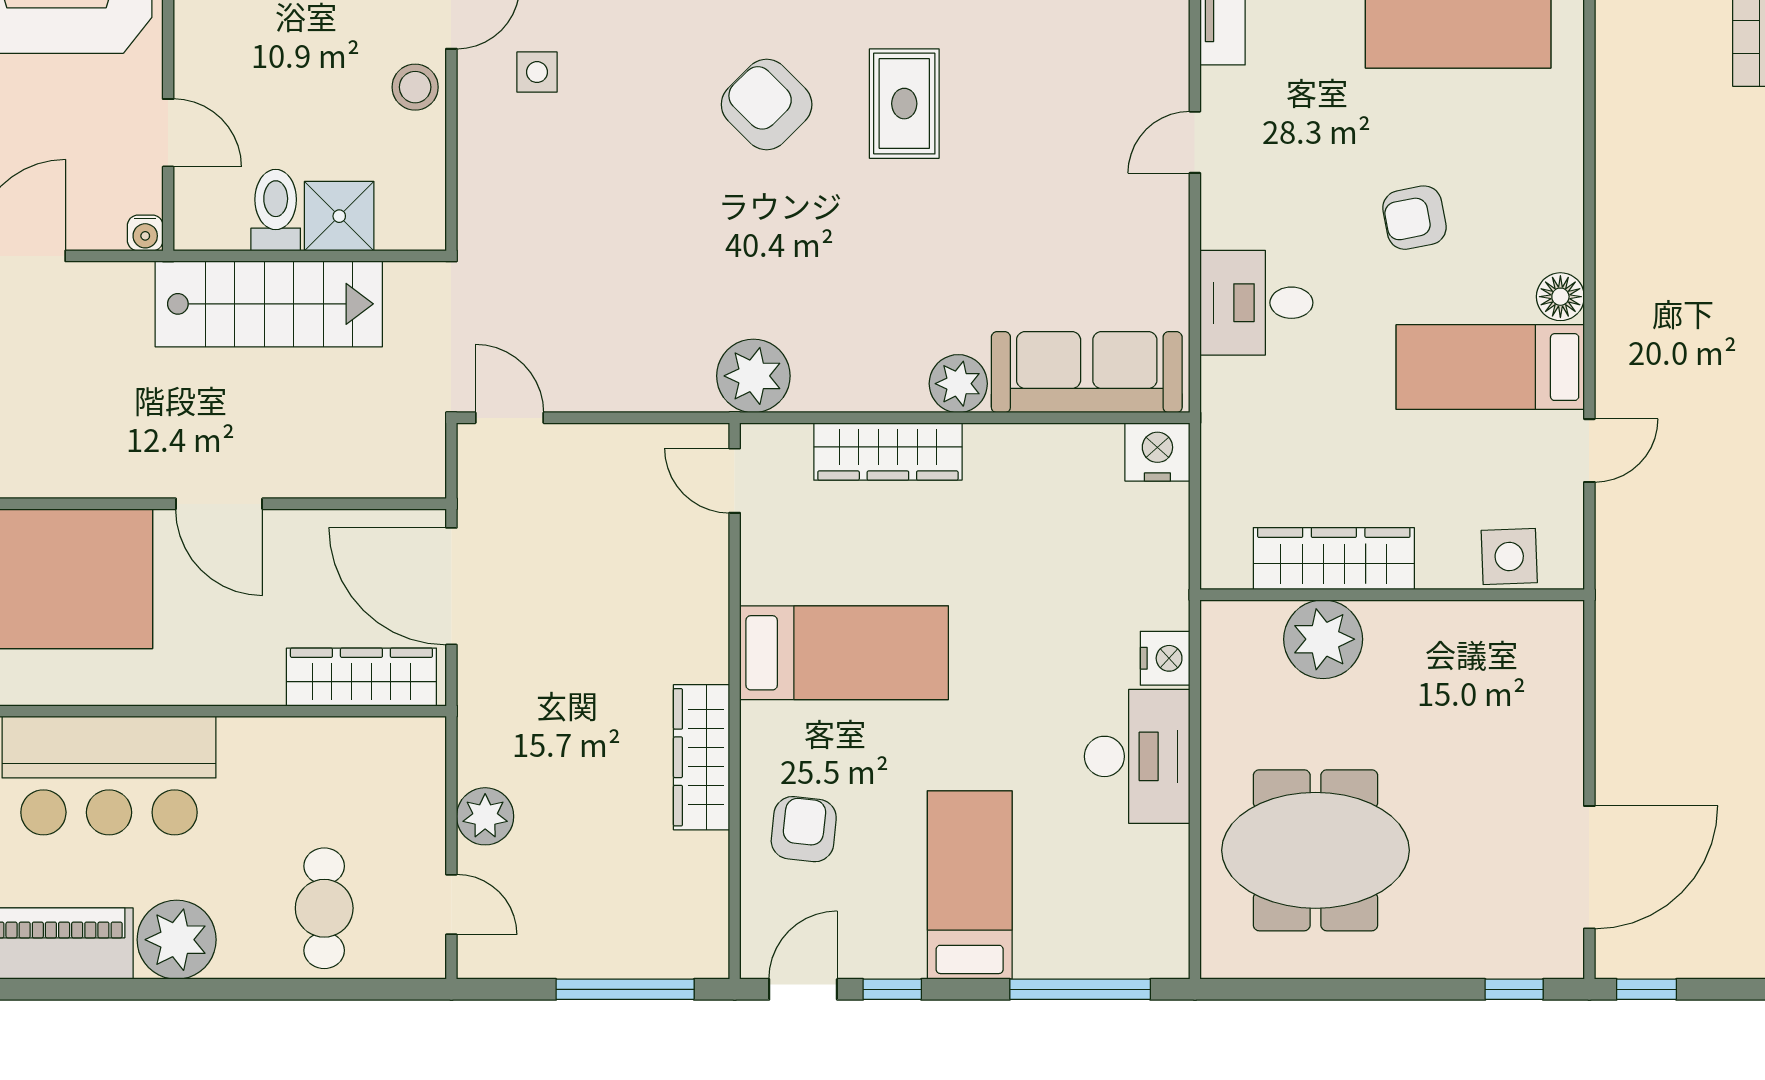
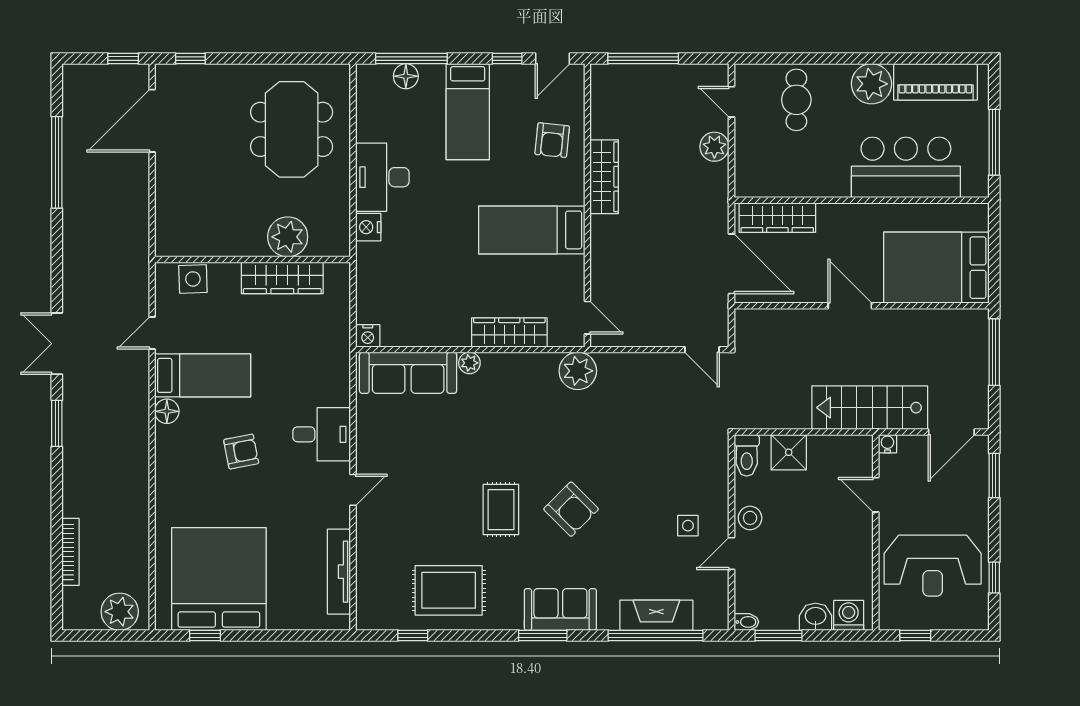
toilet: (276, 210) -> (747, 455), moved
desk: (1256, 303) -> (322, 434), moved
stairs: (269, 304) -> (870, 408), moved
plant: (958, 384) -> (469, 363), width x0.73, depth x0.73
nightstand: (1157, 452) -> (368, 336), width x0.74, depth x0.75
meeting table: (1316, 850) -> (292, 129), turned 90
floor lamp: (1091, 955) -> (406, 76), added

